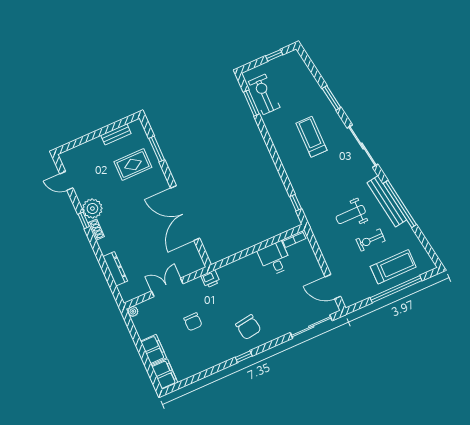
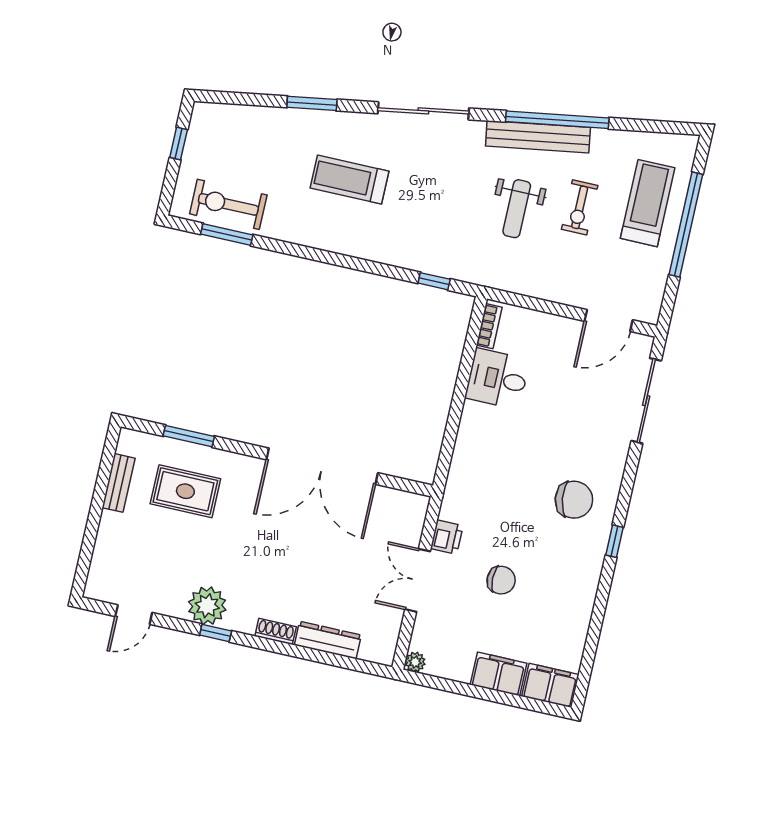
rug: (133, 164) -> (185, 491), turned 90
shoe rack: (96, 230) -> (276, 631), moved
printer: (210, 279) -> (447, 537), moved

